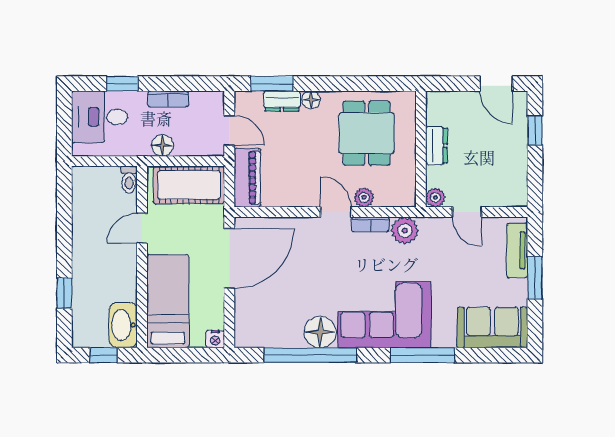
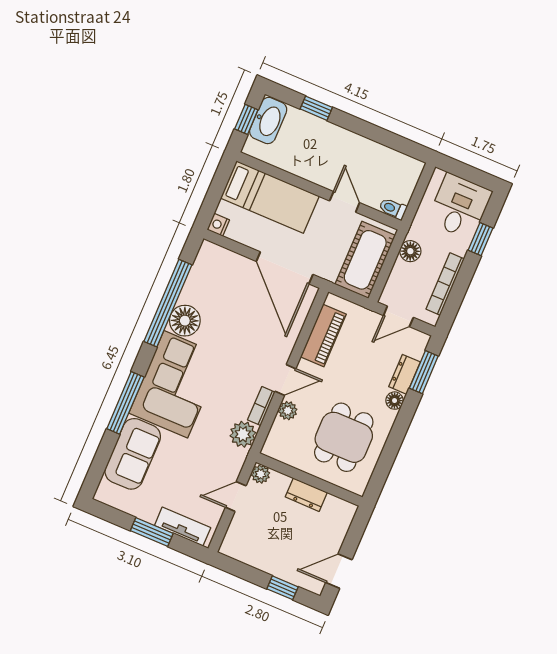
bookcase: (168, 99) -> (445, 284), width x1.56
dining table: (367, 133) -> (344, 437), turned 90
piano: (247, 178) -> (323, 336), moved, turned -90
washbasin: (123, 325) -> (268, 121), moved, turned 90
sofa: (492, 328) -> (133, 454), moved

